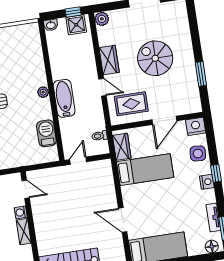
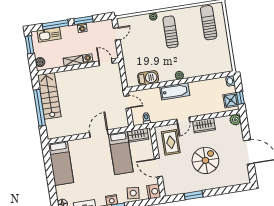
door: (26, 189) -> (106, 62), swing flipped
door: (123, 220) -> (99, 134), moved

